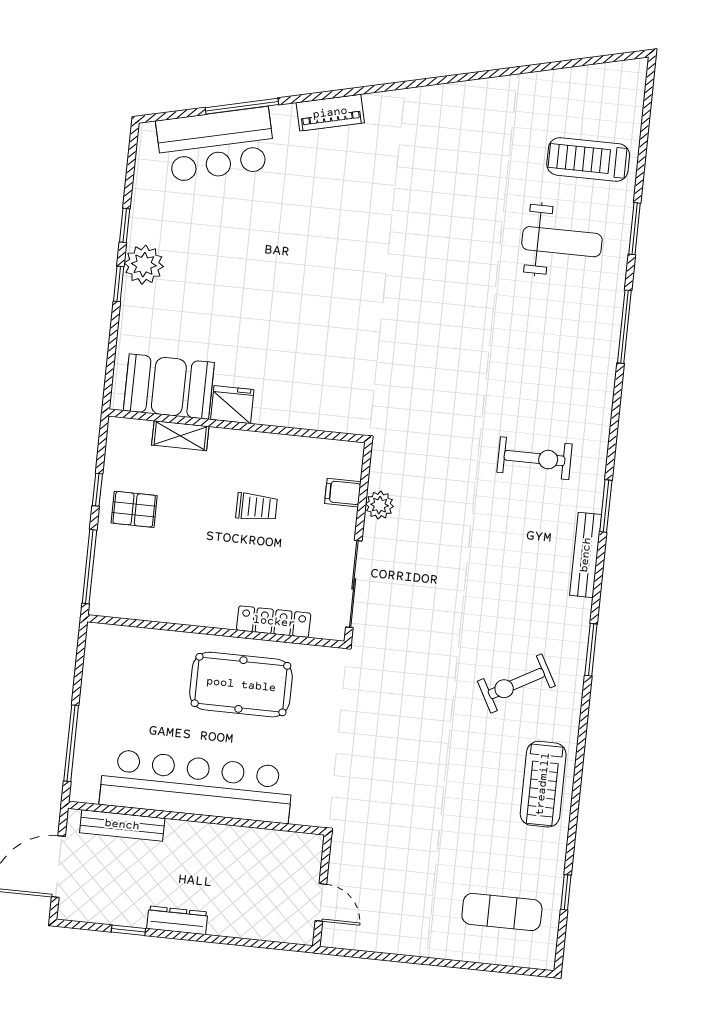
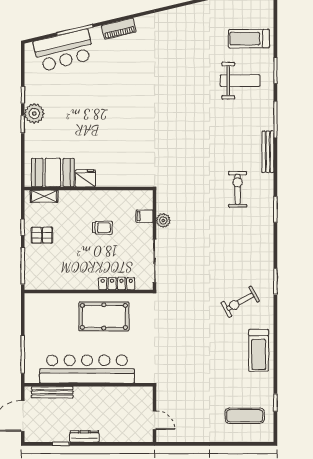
shelving: (180, 436) -> (44, 196), moved
exercise bike: (535, 458) -> (238, 189), turned -90
bench: (586, 555) -> (268, 152), moved

